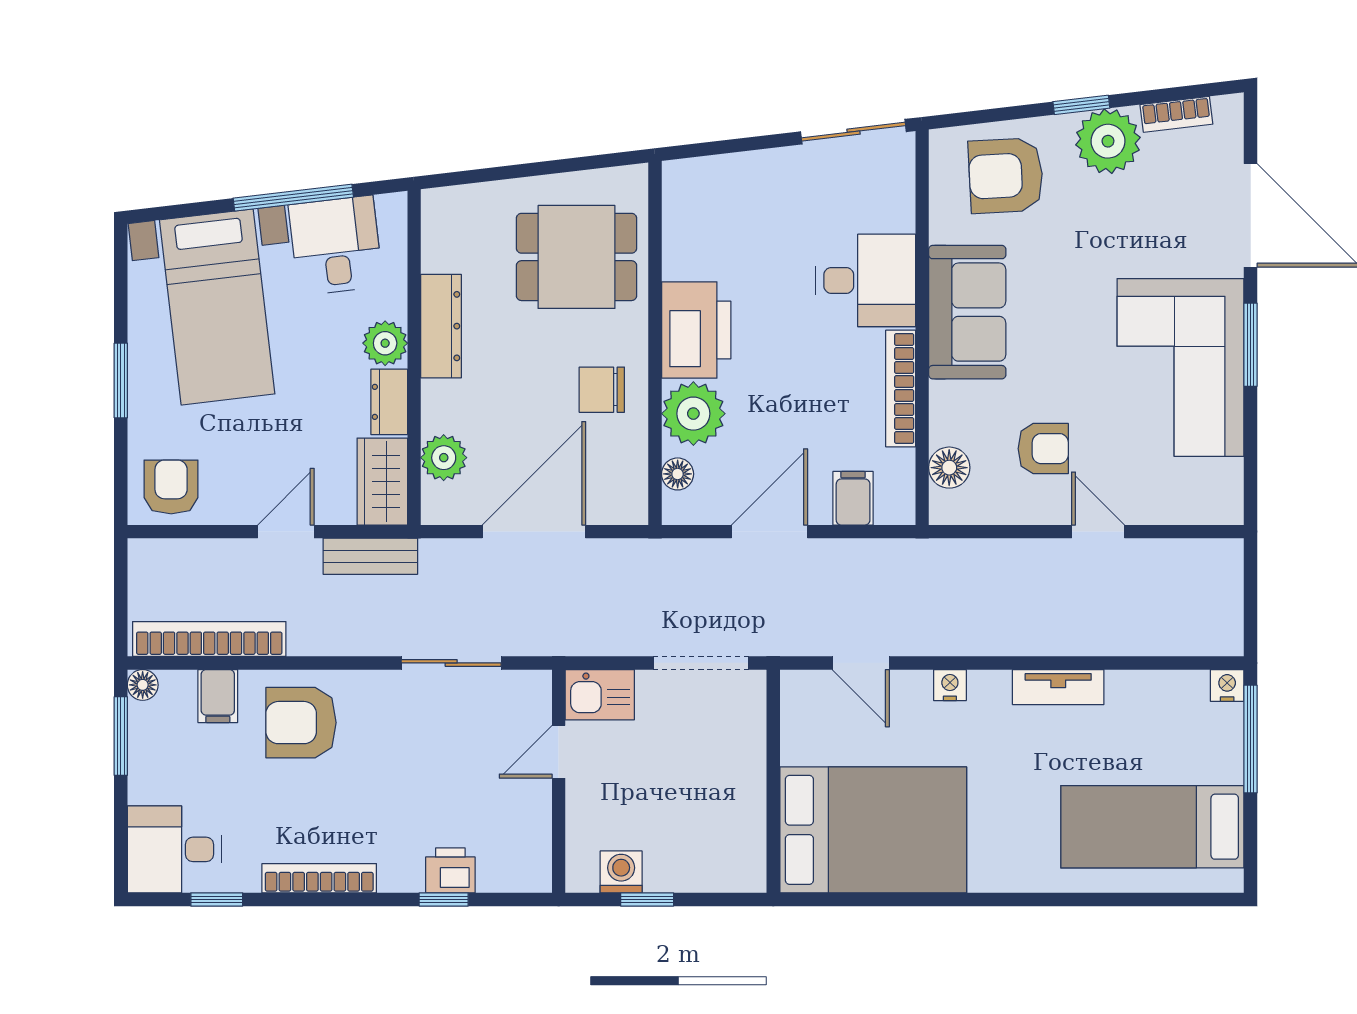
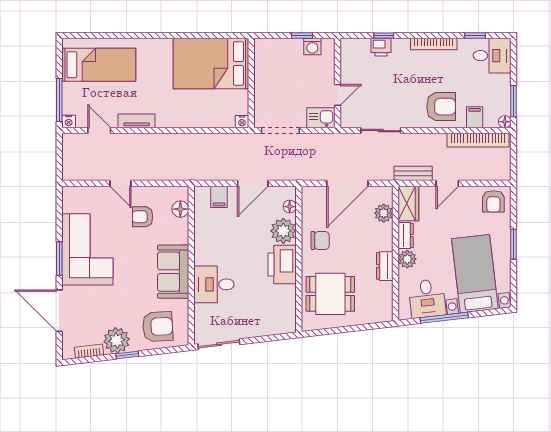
dresser: (441, 326) -> (385, 266), width x0.70
bookcase: (901, 389) -> (200, 241), removed
door: (861, 663) -> (99, 131), moved
nightstand: (950, 685) -> (242, 122), moved

